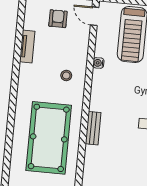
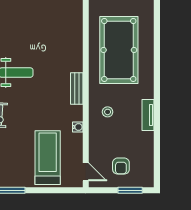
tv unit: (27, 46) -> (148, 115), moved
bench: (93, 128) -> (77, 89), moved

